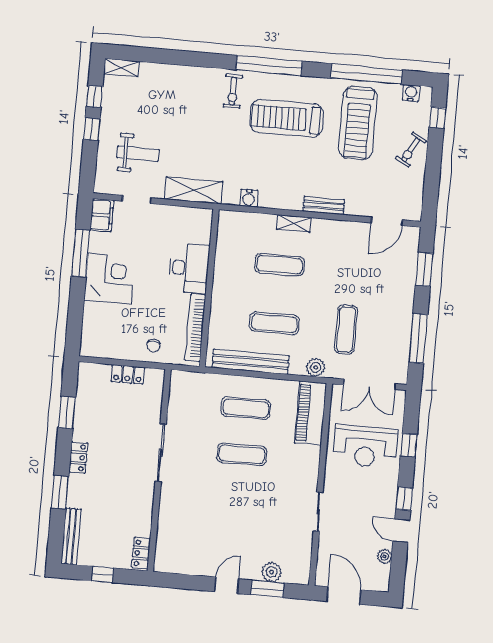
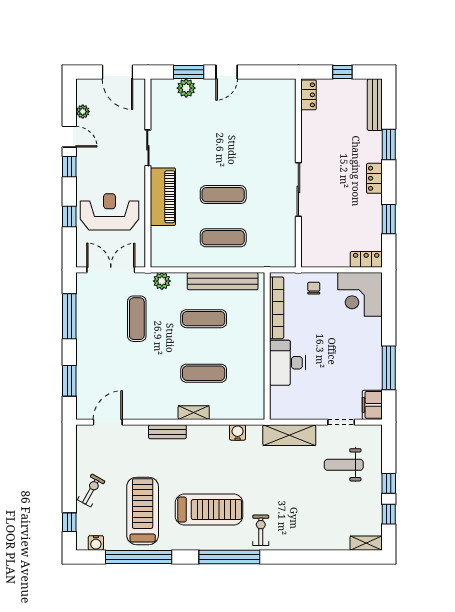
corner desk: (110, 279) -> (360, 294), moved
locker: (128, 374) -> (366, 259), moved
piano: (311, 413) -> (163, 197), moved

